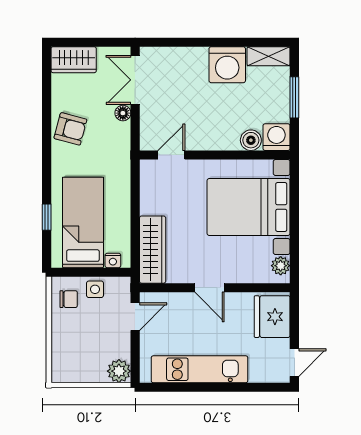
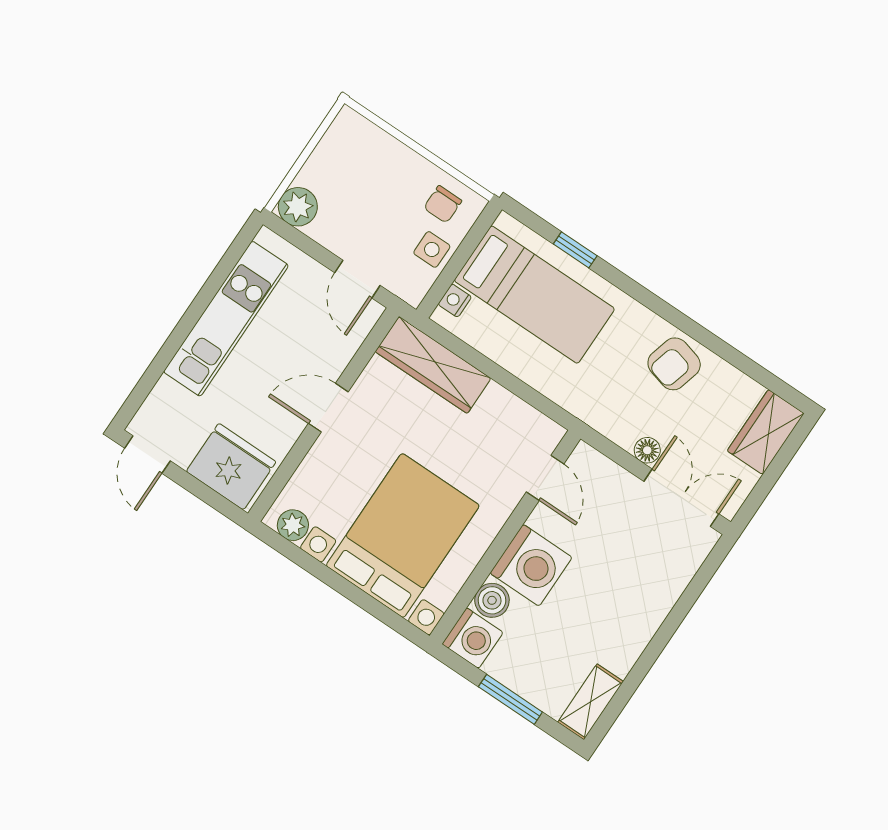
washing machine: (227, 65) -> (531, 565), moved, turned 180

